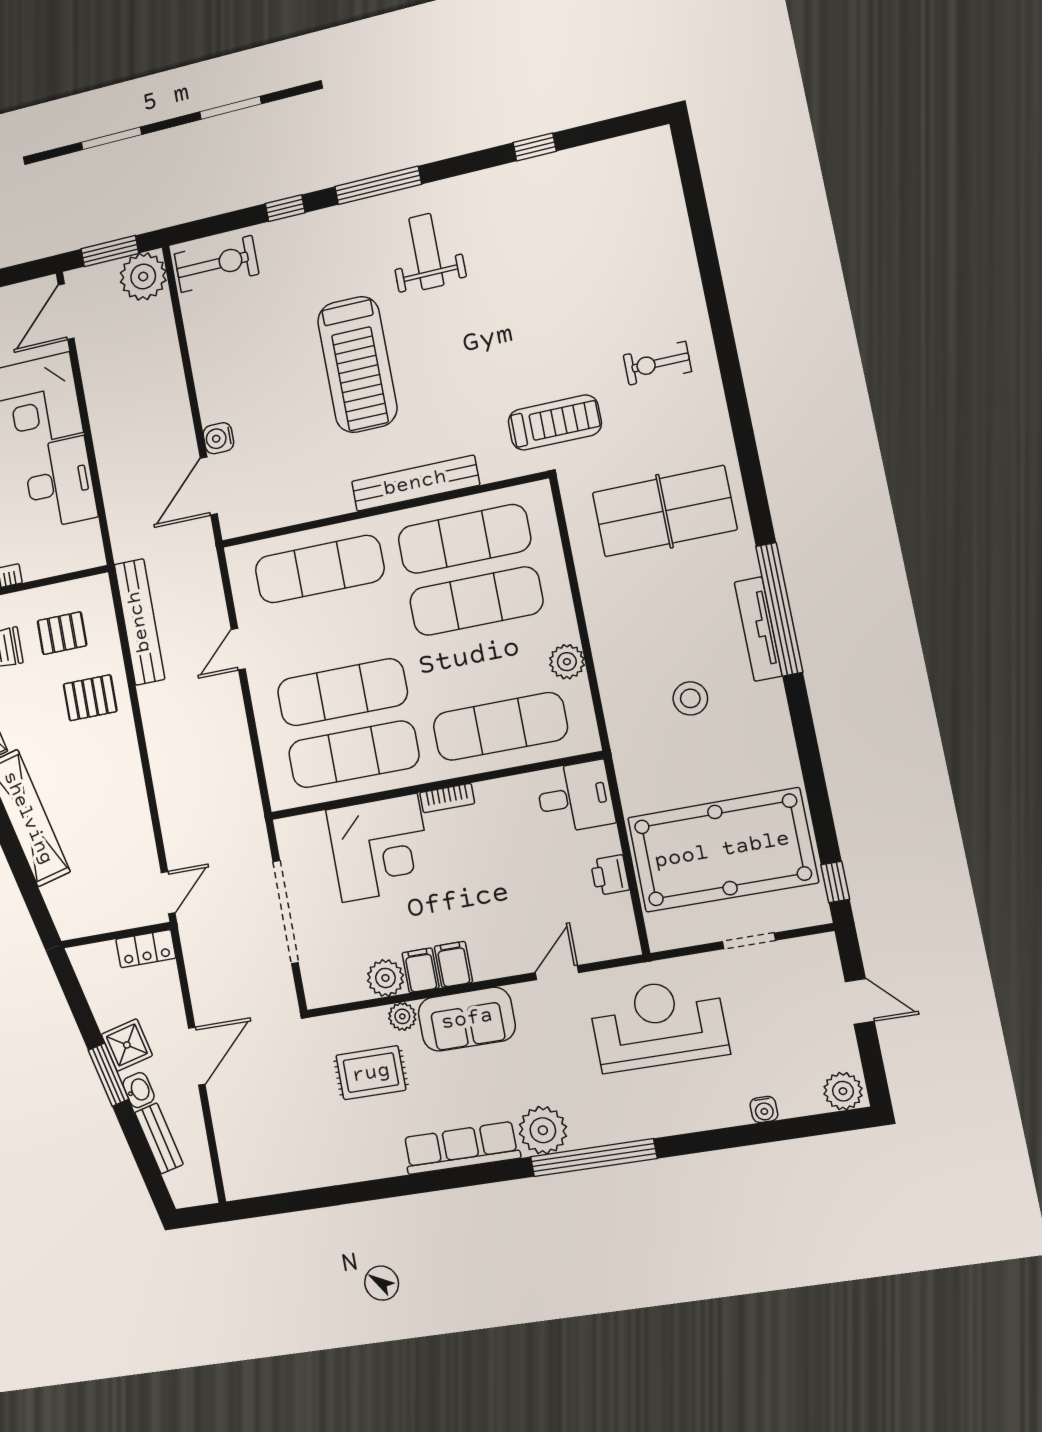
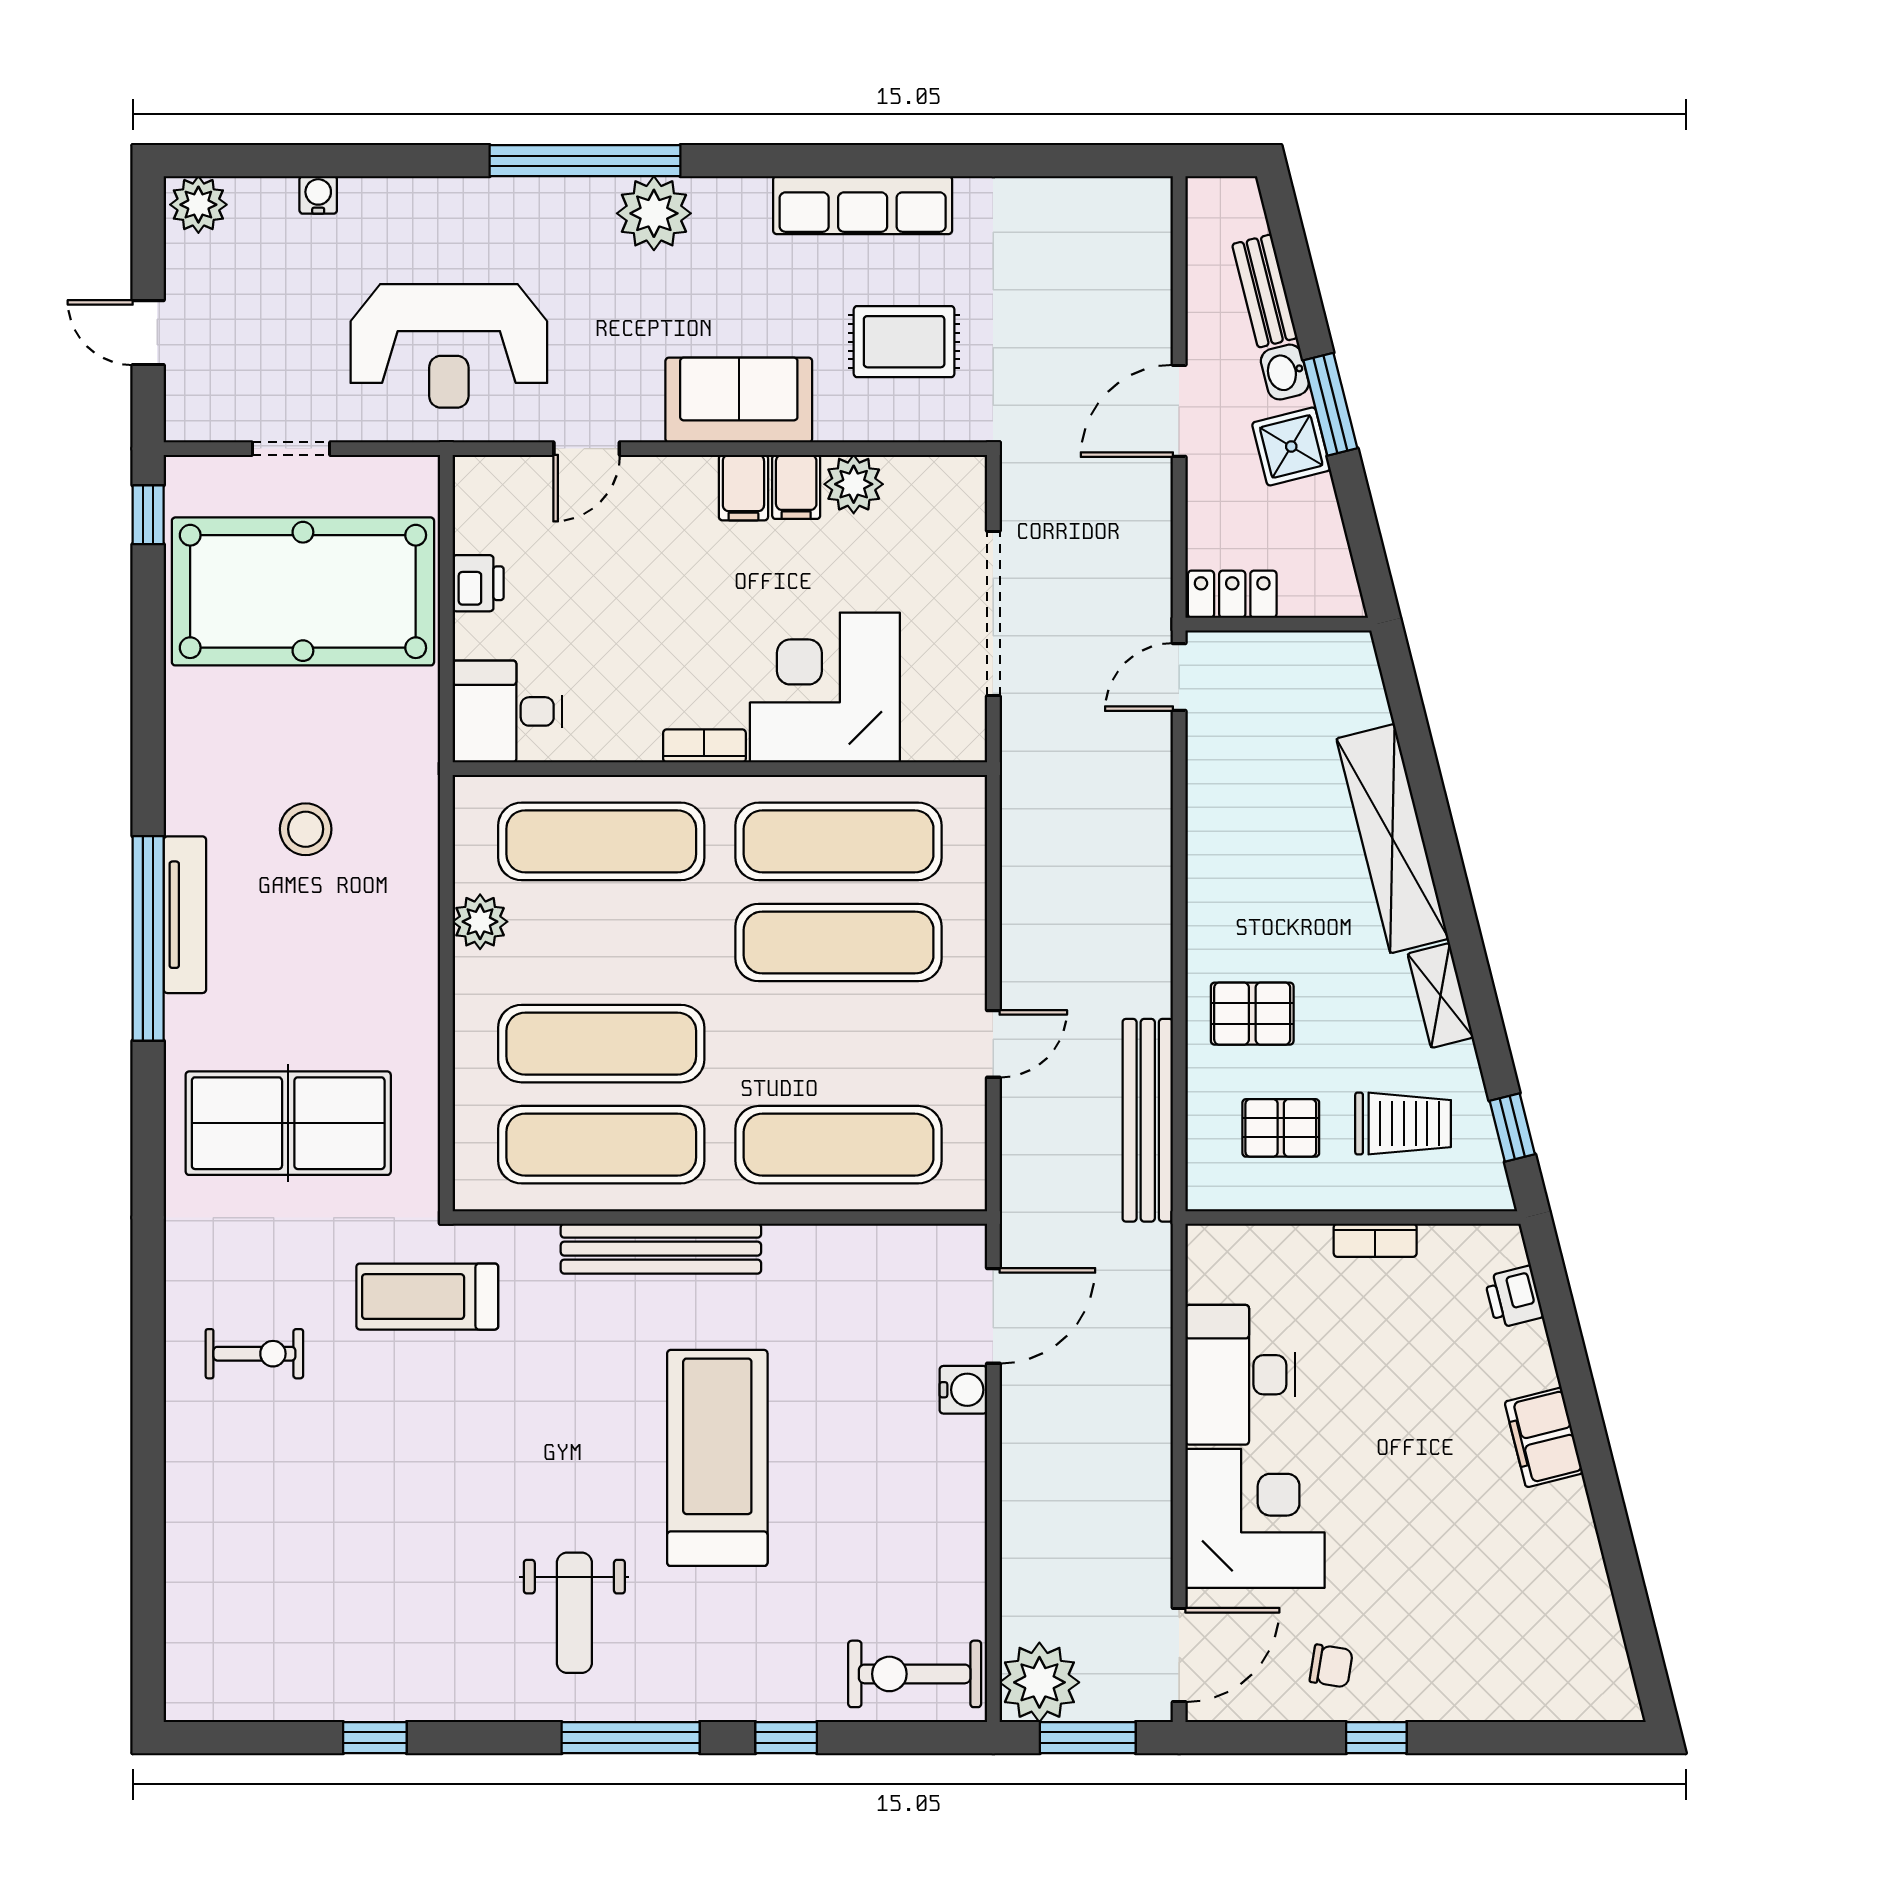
plant: (402, 1016) -> (838, 420), removed
row of seats: (461, 1148) -> (863, 205), moved

